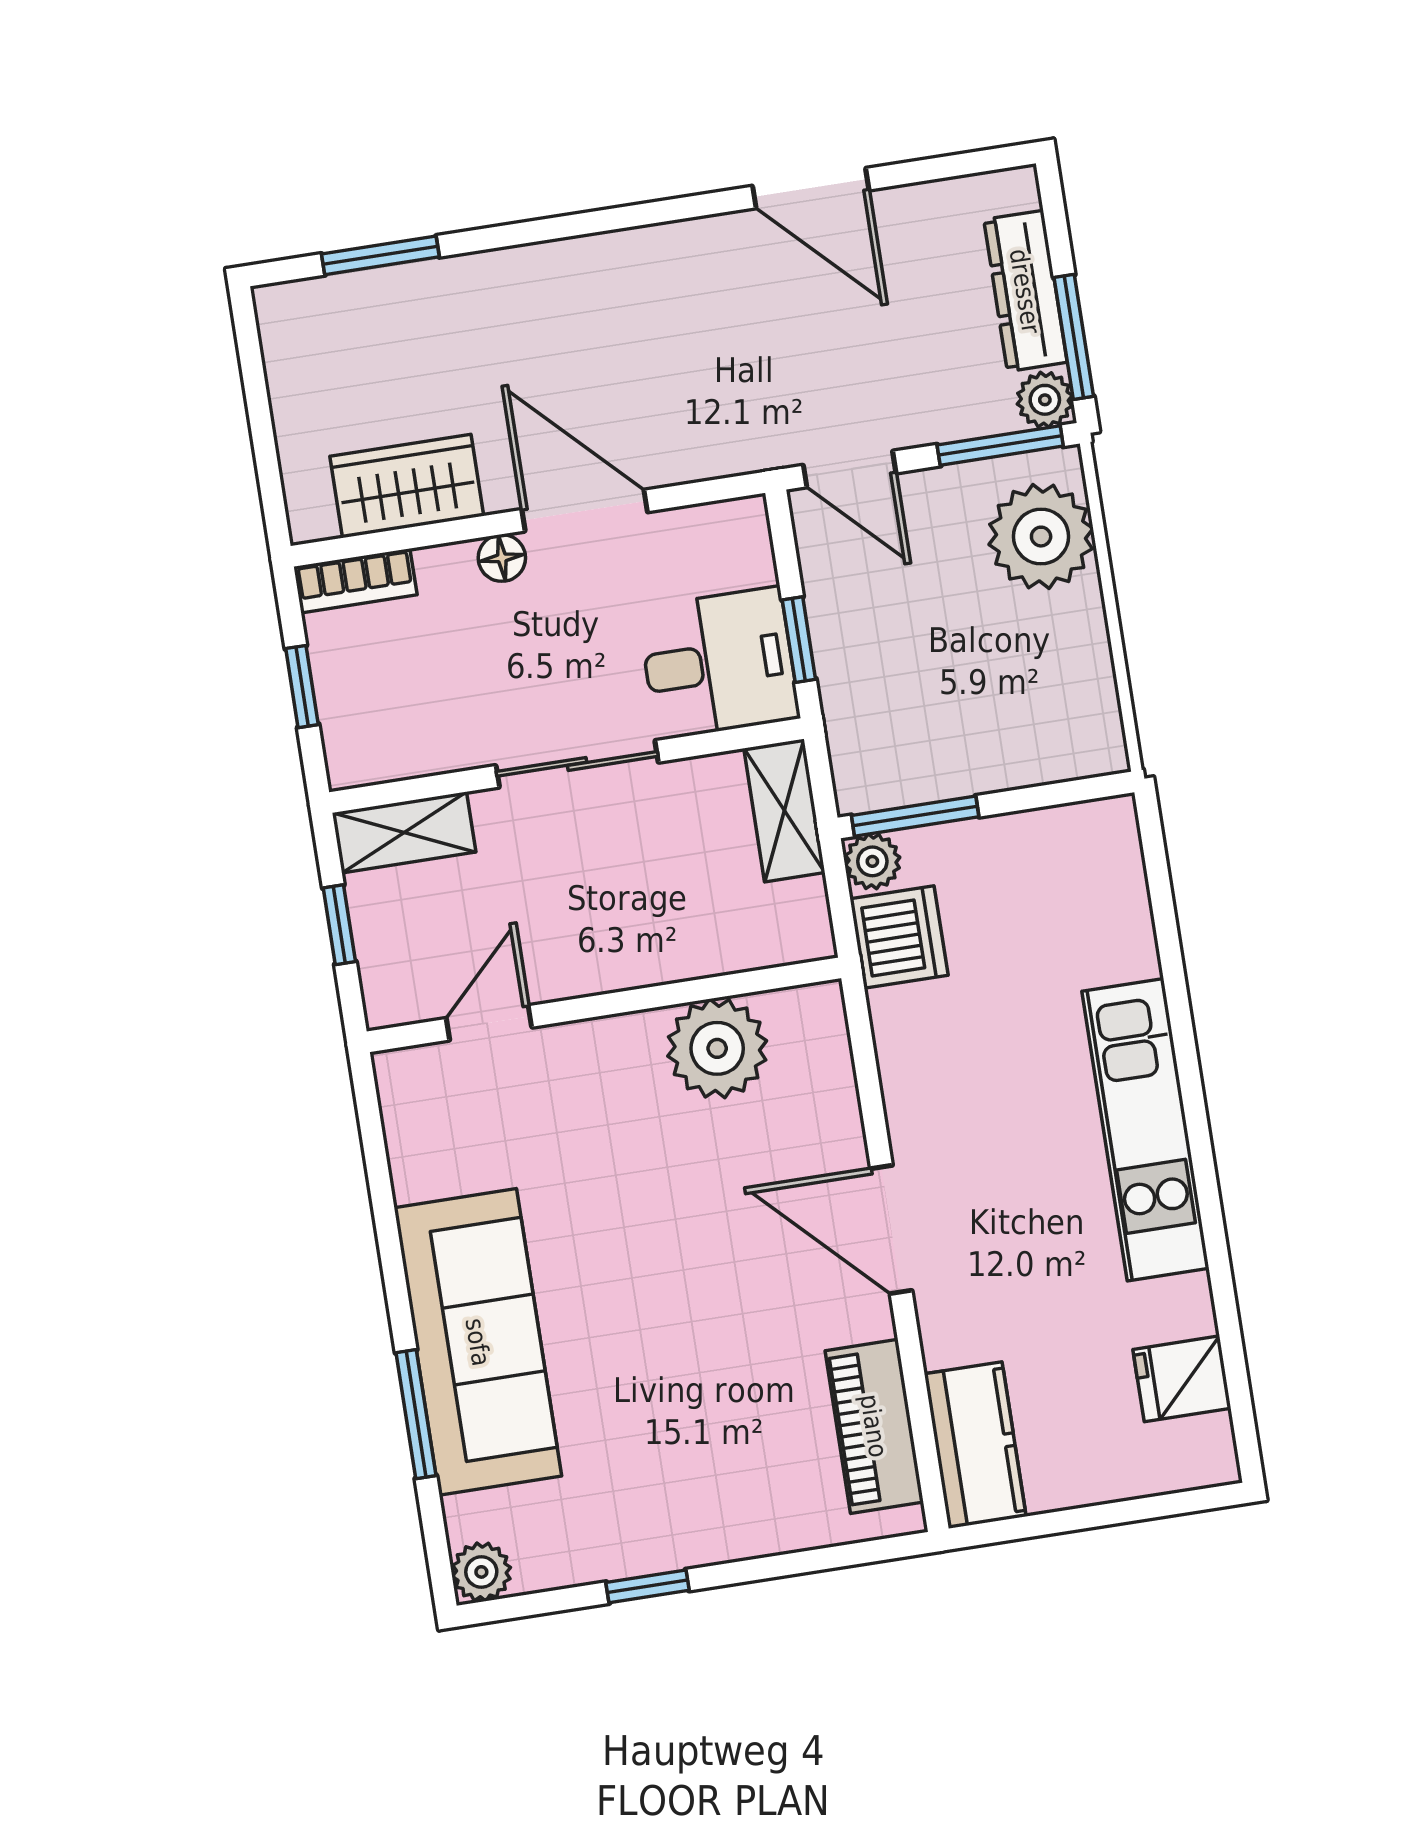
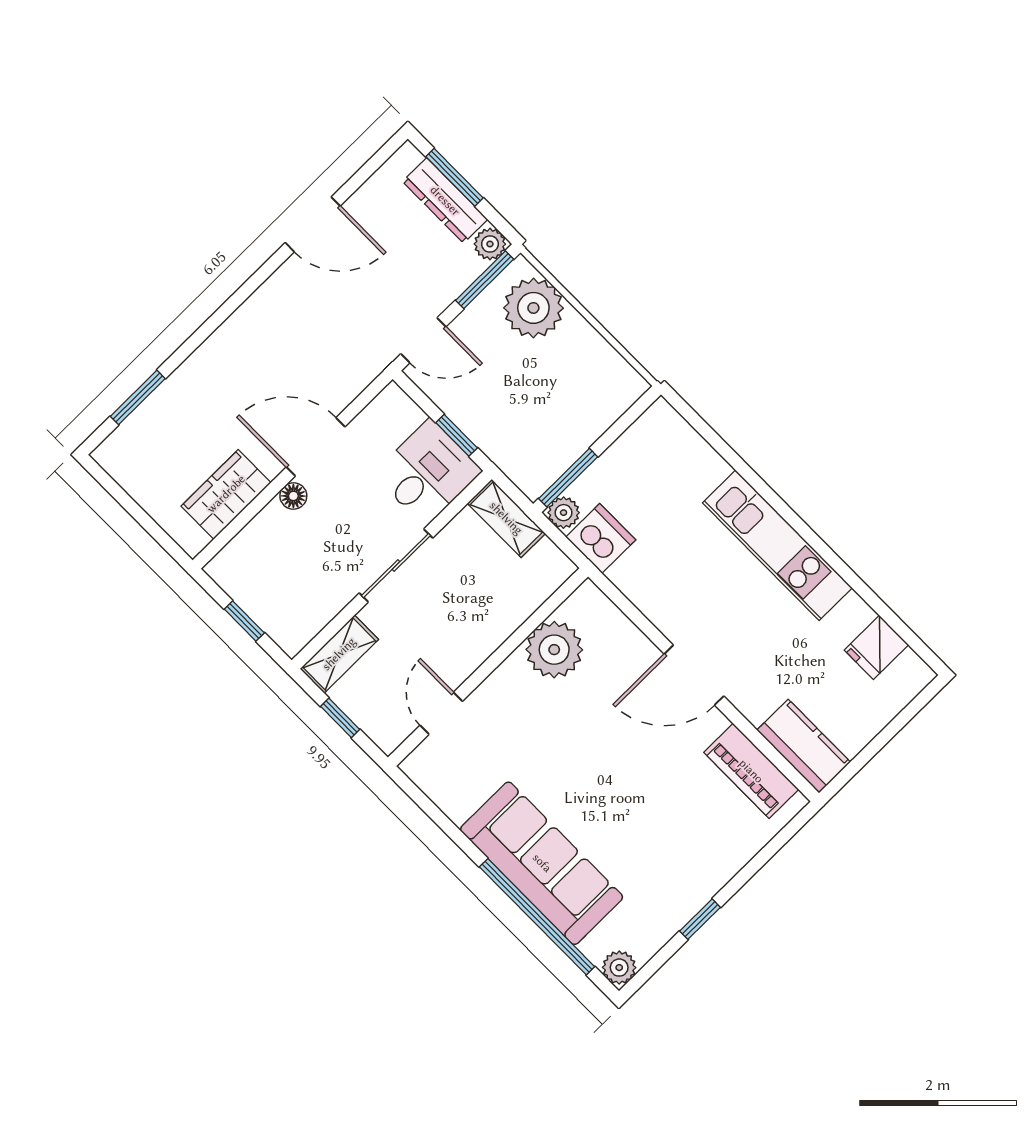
window: (1074, 337) -> (454, 177), moved
bookcase: (355, 581) -> (234, 555), removed
window: (416, 1414) -> (537, 917), width x2.11

